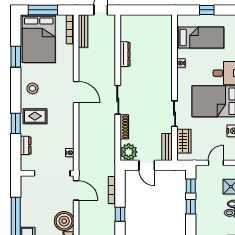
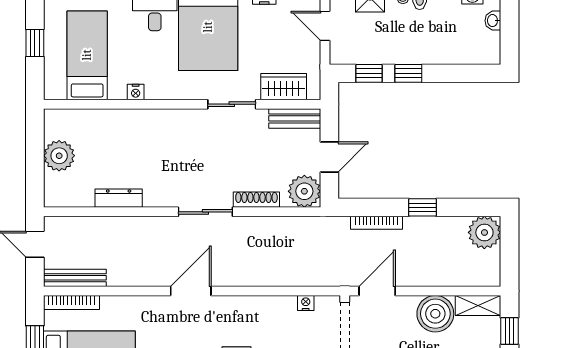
plant: (147, 23) -> (59, 156), added

